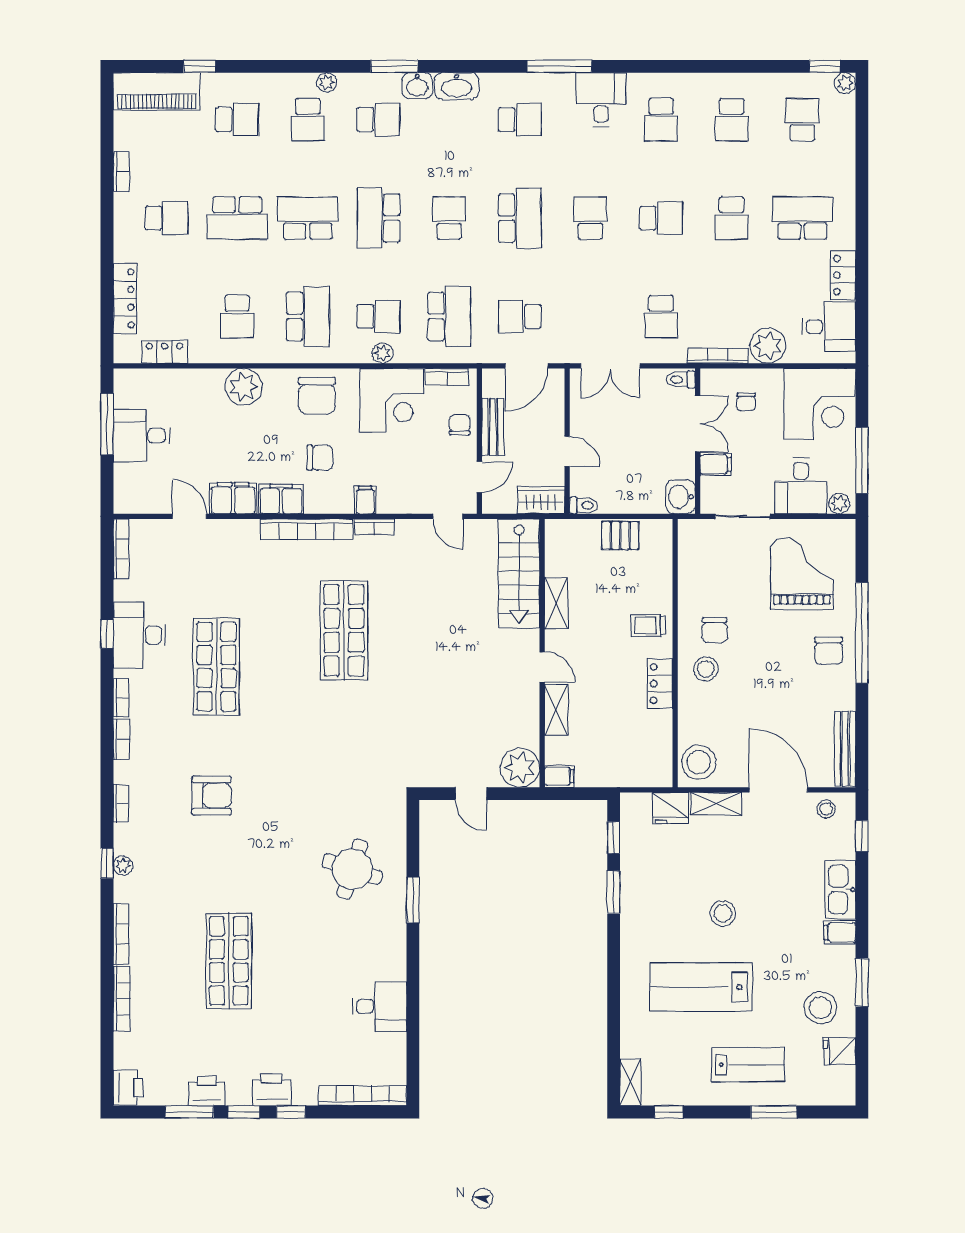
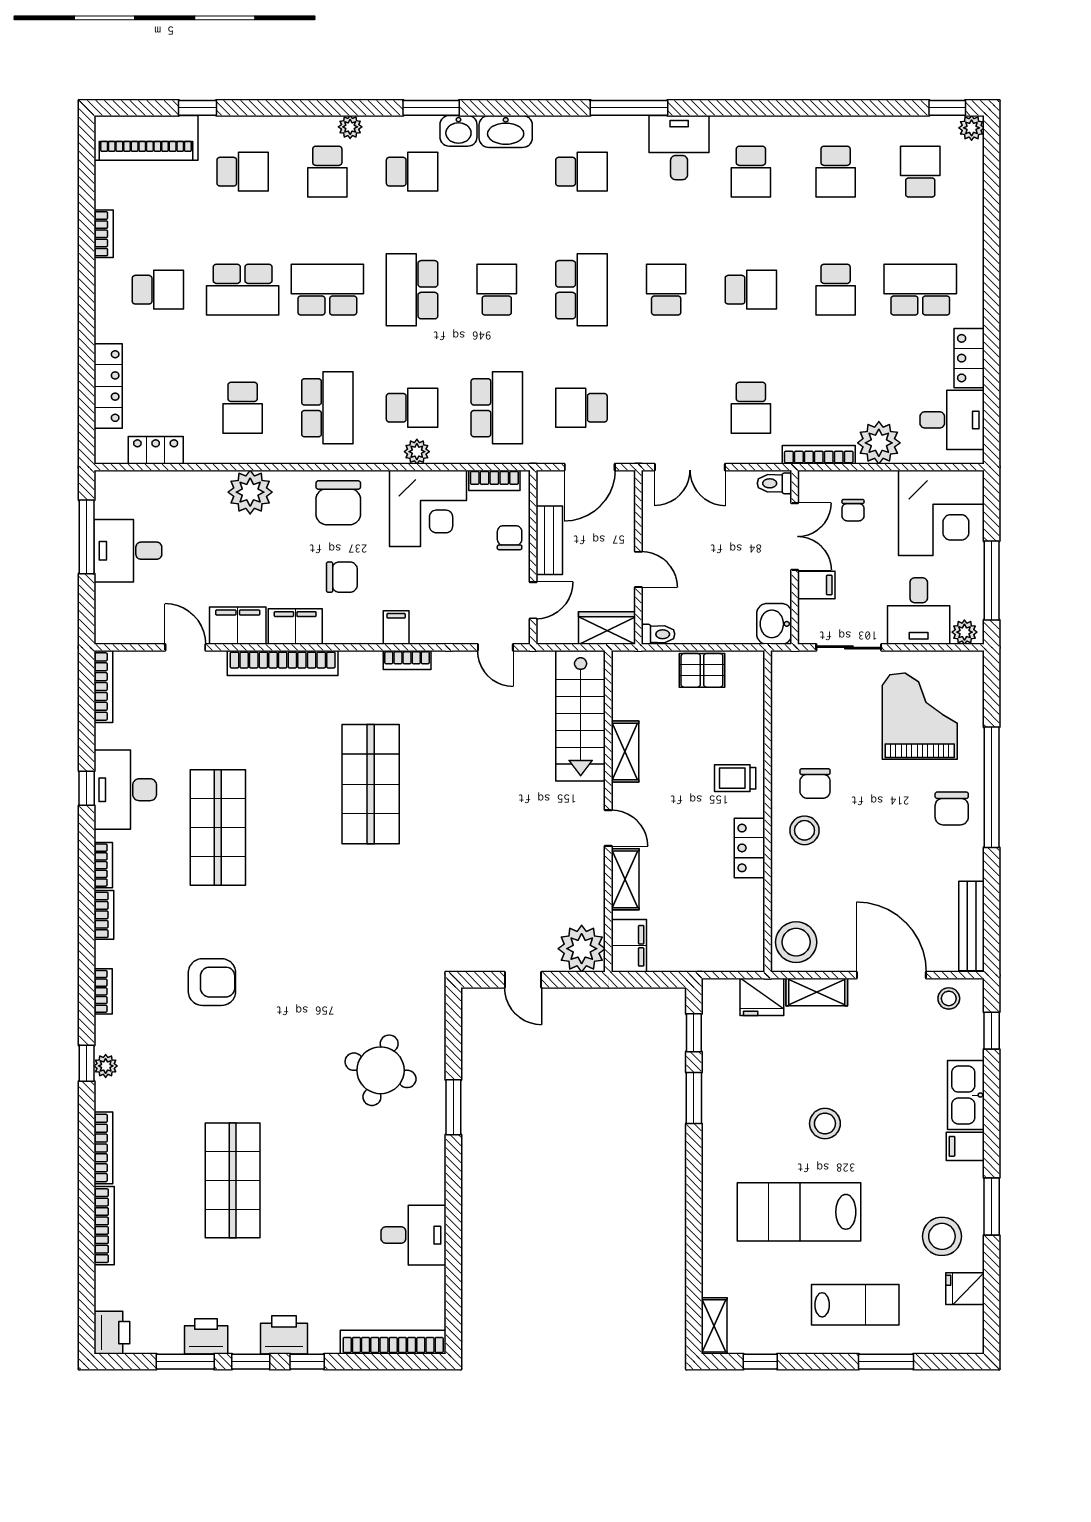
bookcase: (306, 529) -> (283, 663), moved
filing cabinet: (559, 776) -> (629, 946), width x2.00

